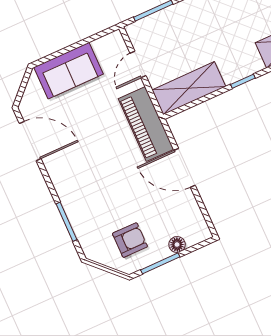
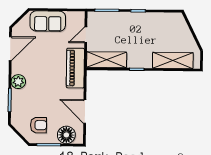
door: (30, 141) -> (10, 49), hinge flipped
door: (185, 168) -> (85, 111), moved
plant: (67, 187) -> (18, 82), added
floor lamp: (177, 245) -> (66, 135), width x1.89, depth x1.89

